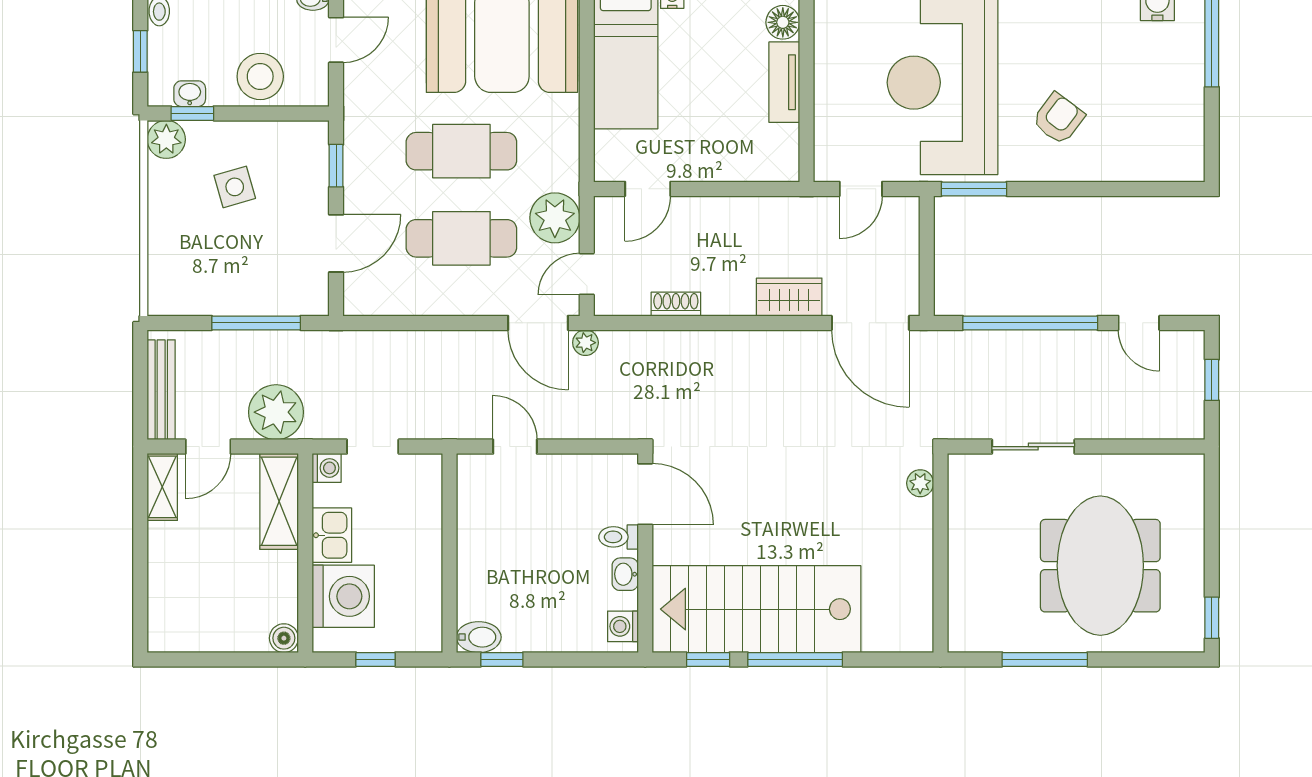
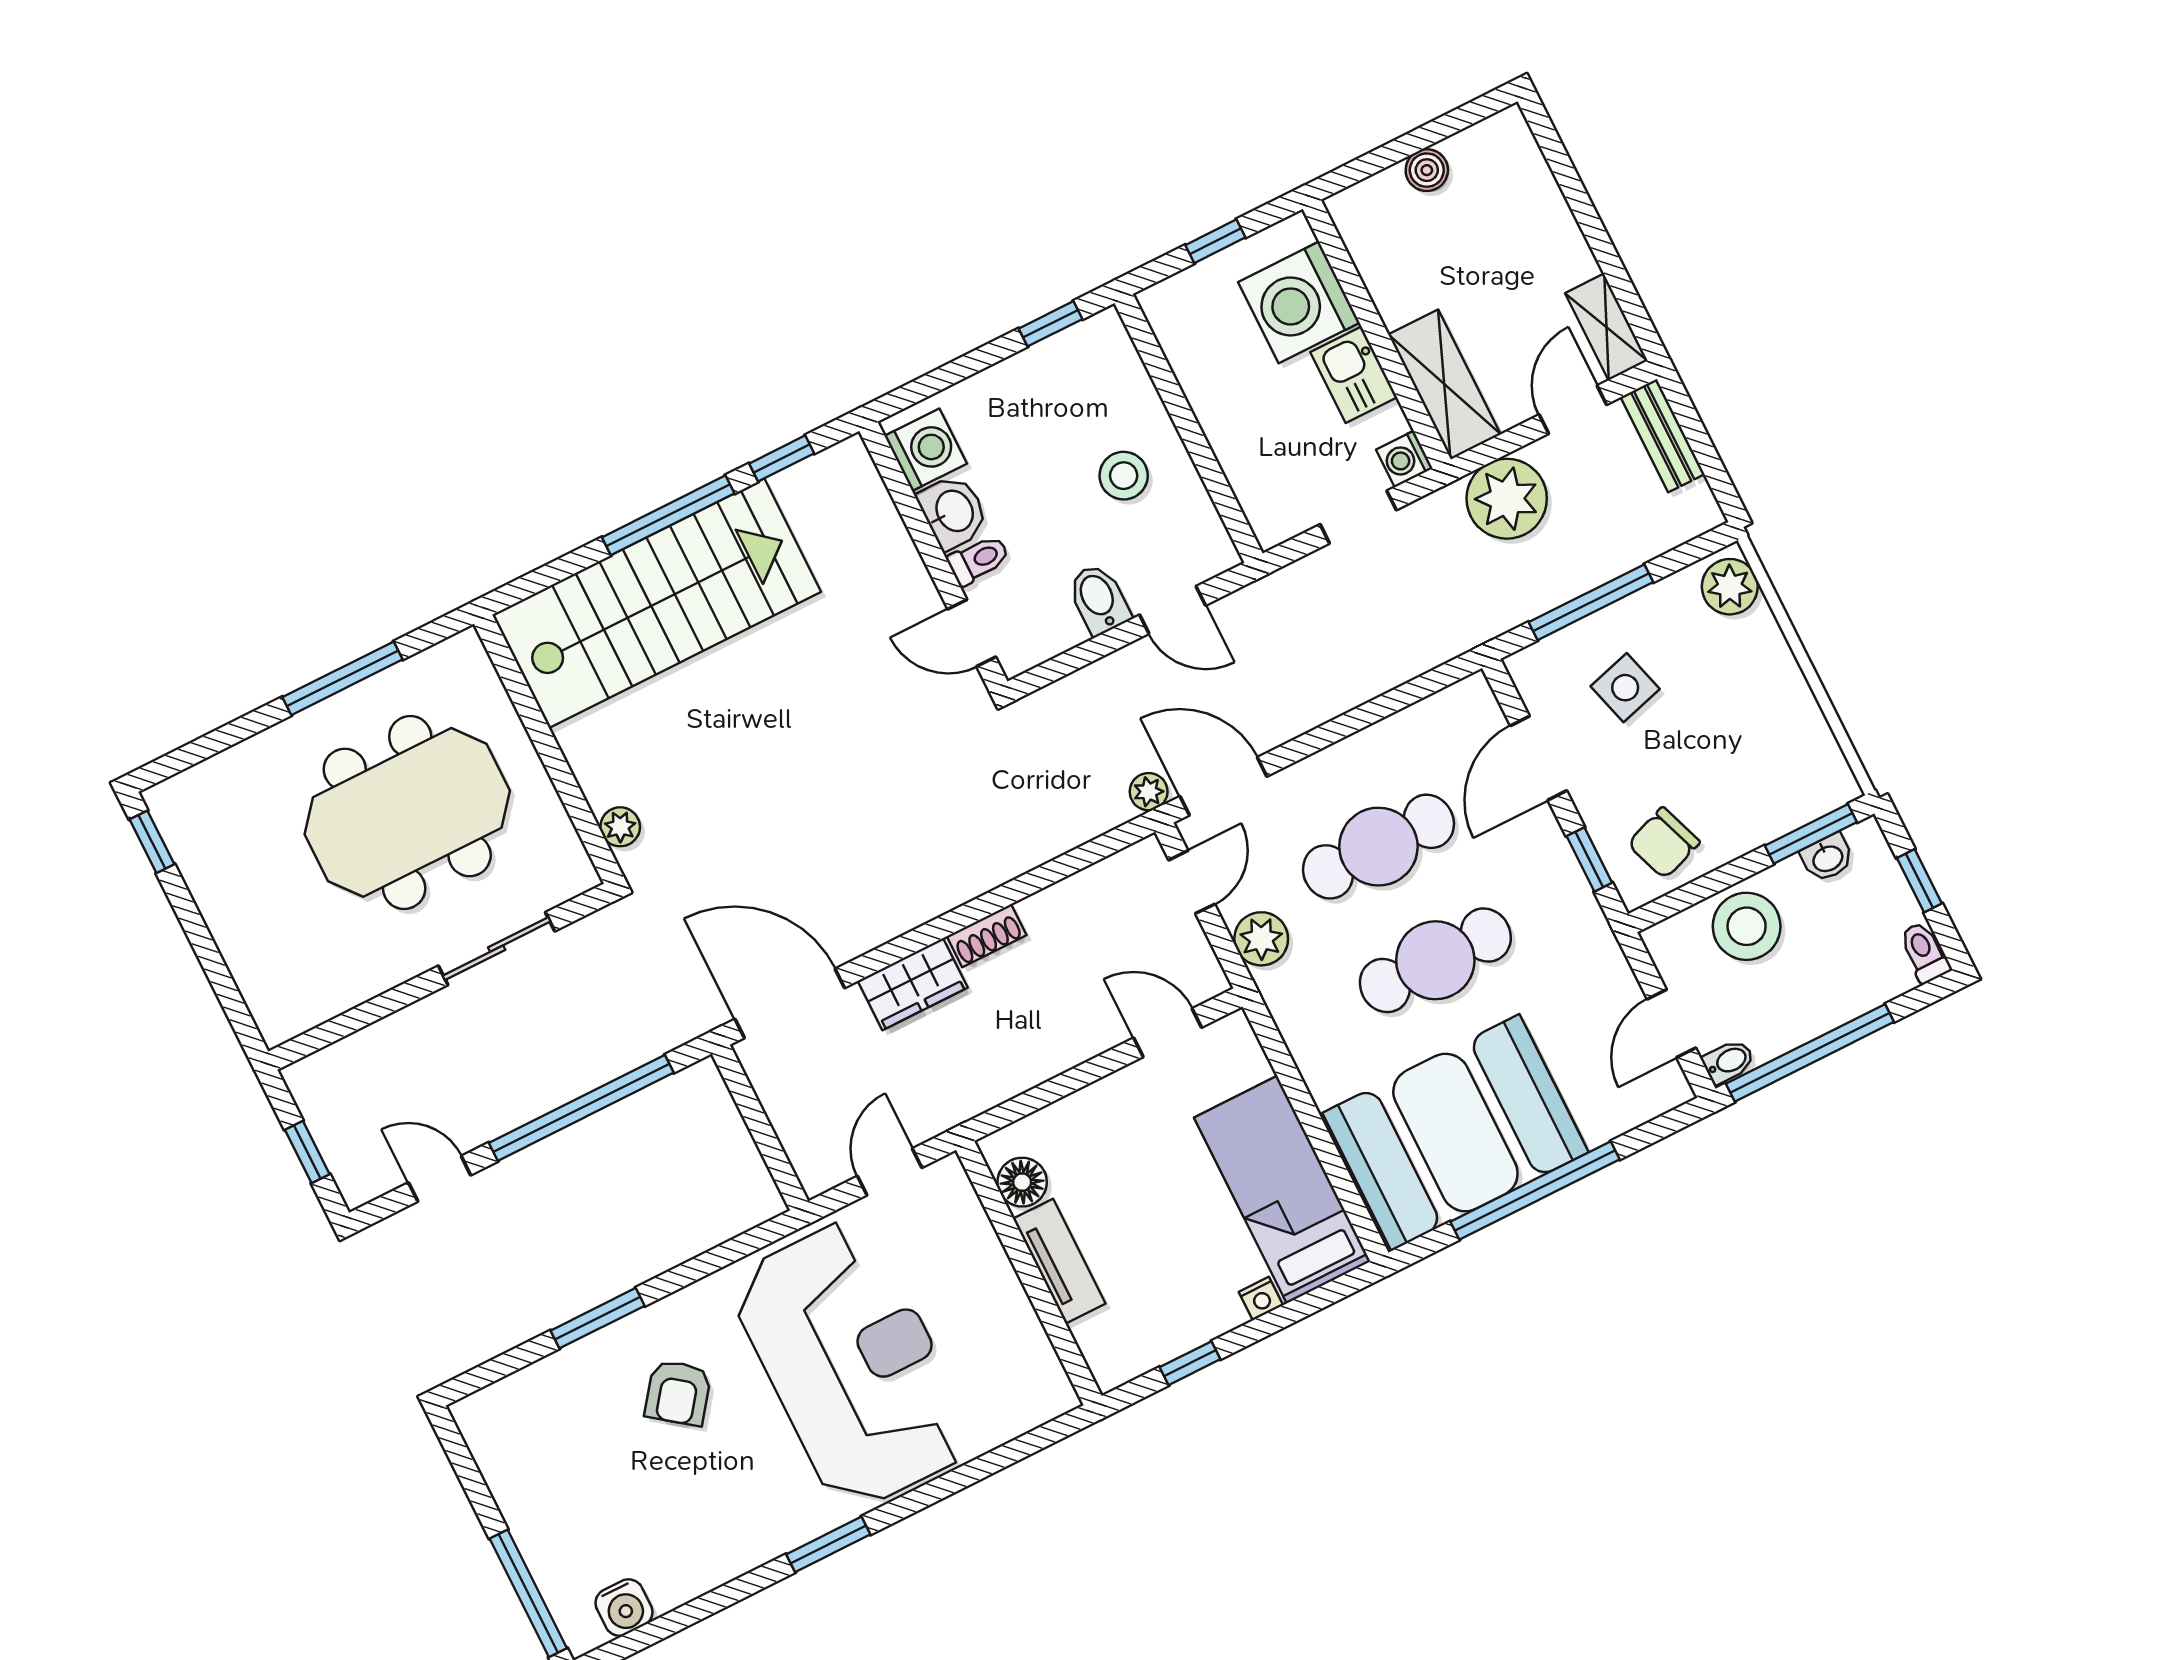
floor lamp: (783, 22) -> (1022, 1182), moved
window: (192, 113) -> (1811, 834), width x1.50
plant: (166, 139) -> (1730, 587), moved
chair: (285, 153) -> (1664, 843), added
side table: (235, 187) -> (1625, 688), moved
door: (648, 189) -> (1168, 1033), hinge flipped
window: (974, 189) -> (598, 1318), moved
plant: (555, 218) -> (1261, 939), width x0.73, depth x0.73
shoe rack: (676, 304) -> (987, 936), moved
bench: (161, 390) -> (1662, 436), width x0.73
door: (645, 494) -> (972, 633), width x0.73
stool: (504, 544) -> (1124, 476), added
meeting table: (1100, 566) -> (407, 812), moved, turned 90
washbasin: (625, 574) -> (953, 512), width x1.38, depth x1.45
stairs: (756, 609) -> (657, 603), moved
washing machine: (623, 626) -> (926, 450), width x1.38, depth x1.38
bidet: (479, 637) -> (1099, 599), moved, turned 90
boiler: (284, 638) -> (1427, 170), moved

